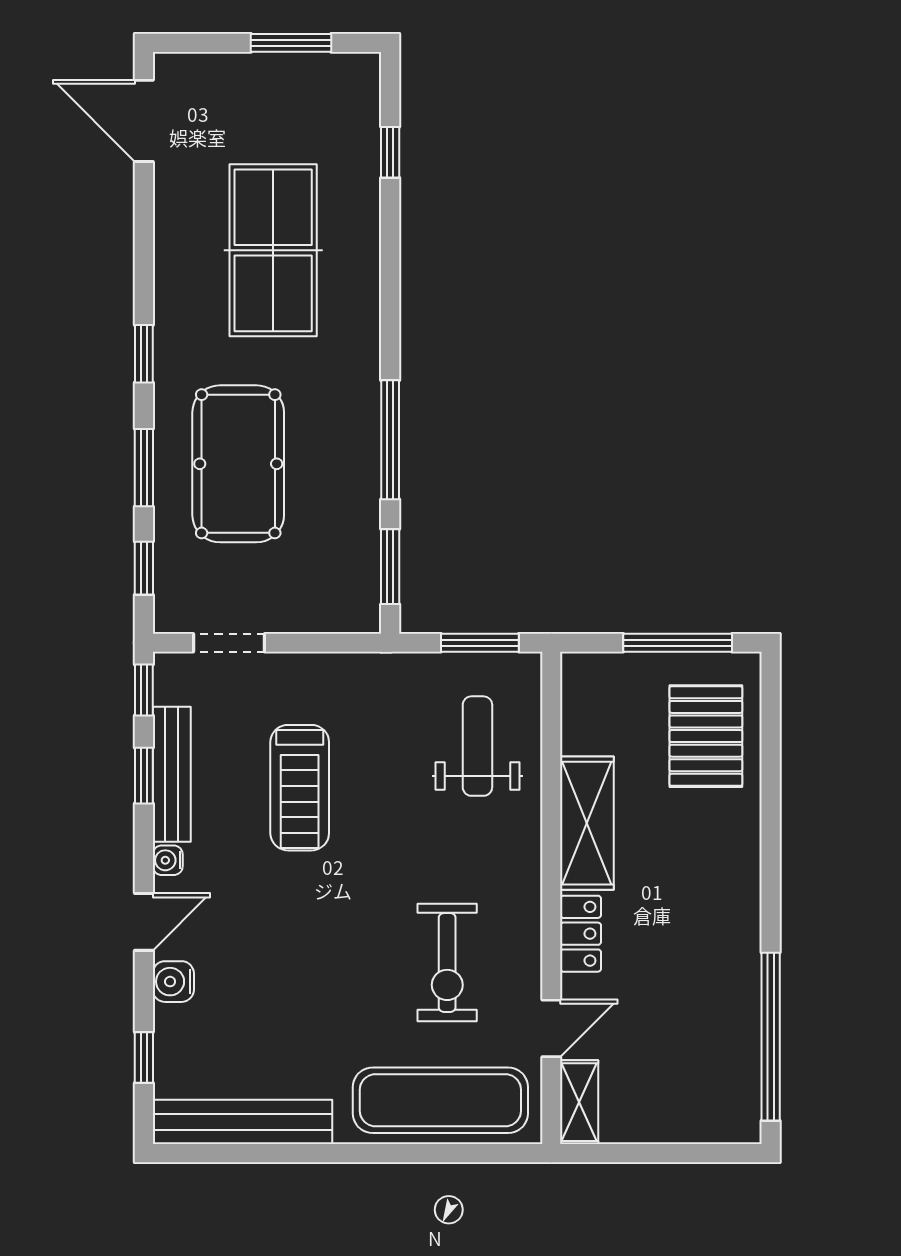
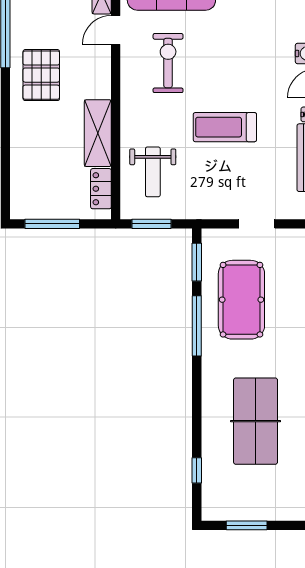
pool table: (238, 464) -> (241, 300), moved
doorway: (229, 643) -> (257, 224), moved
pallet: (706, 736) -> (41, 75), moved
treadmill: (300, 788) -> (225, 127), moved, turned -90
locker: (581, 934) -> (101, 189), moved

